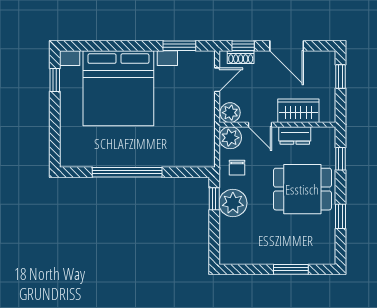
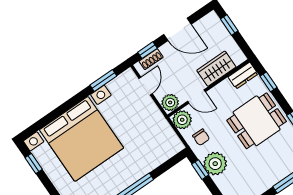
dresser: (295, 135) -> (243, 76), moved

